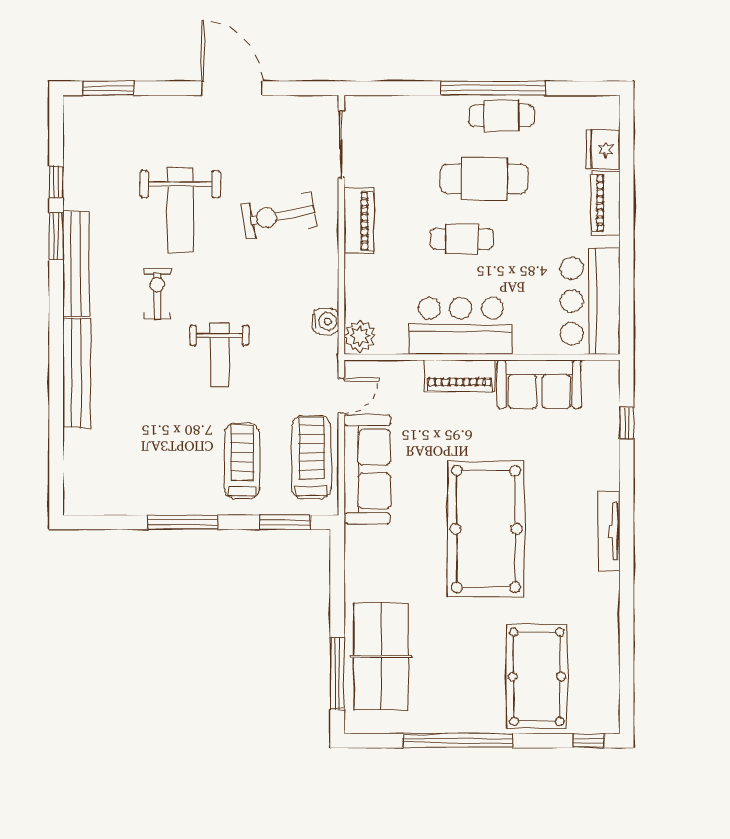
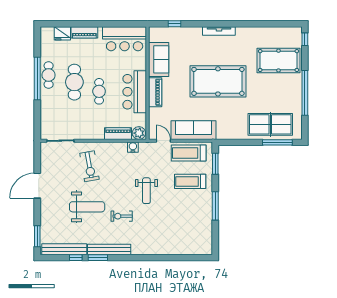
piano: (359, 221) -> (118, 134), moved
weight bench: (219, 354) -> (146, 191), turned 90
bench: (77, 373) -> (64, 249), moved

